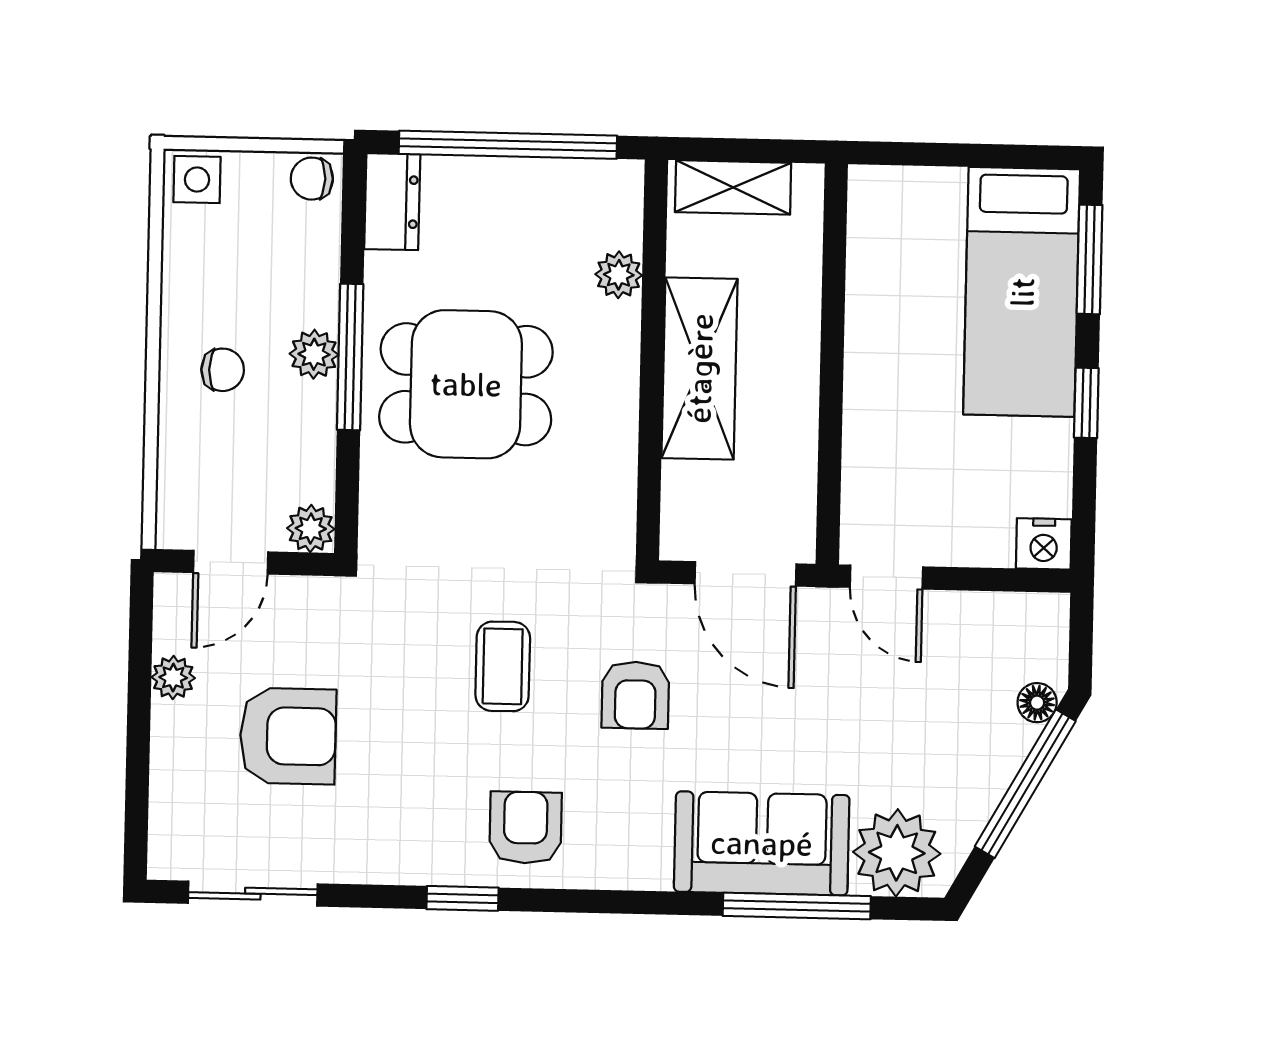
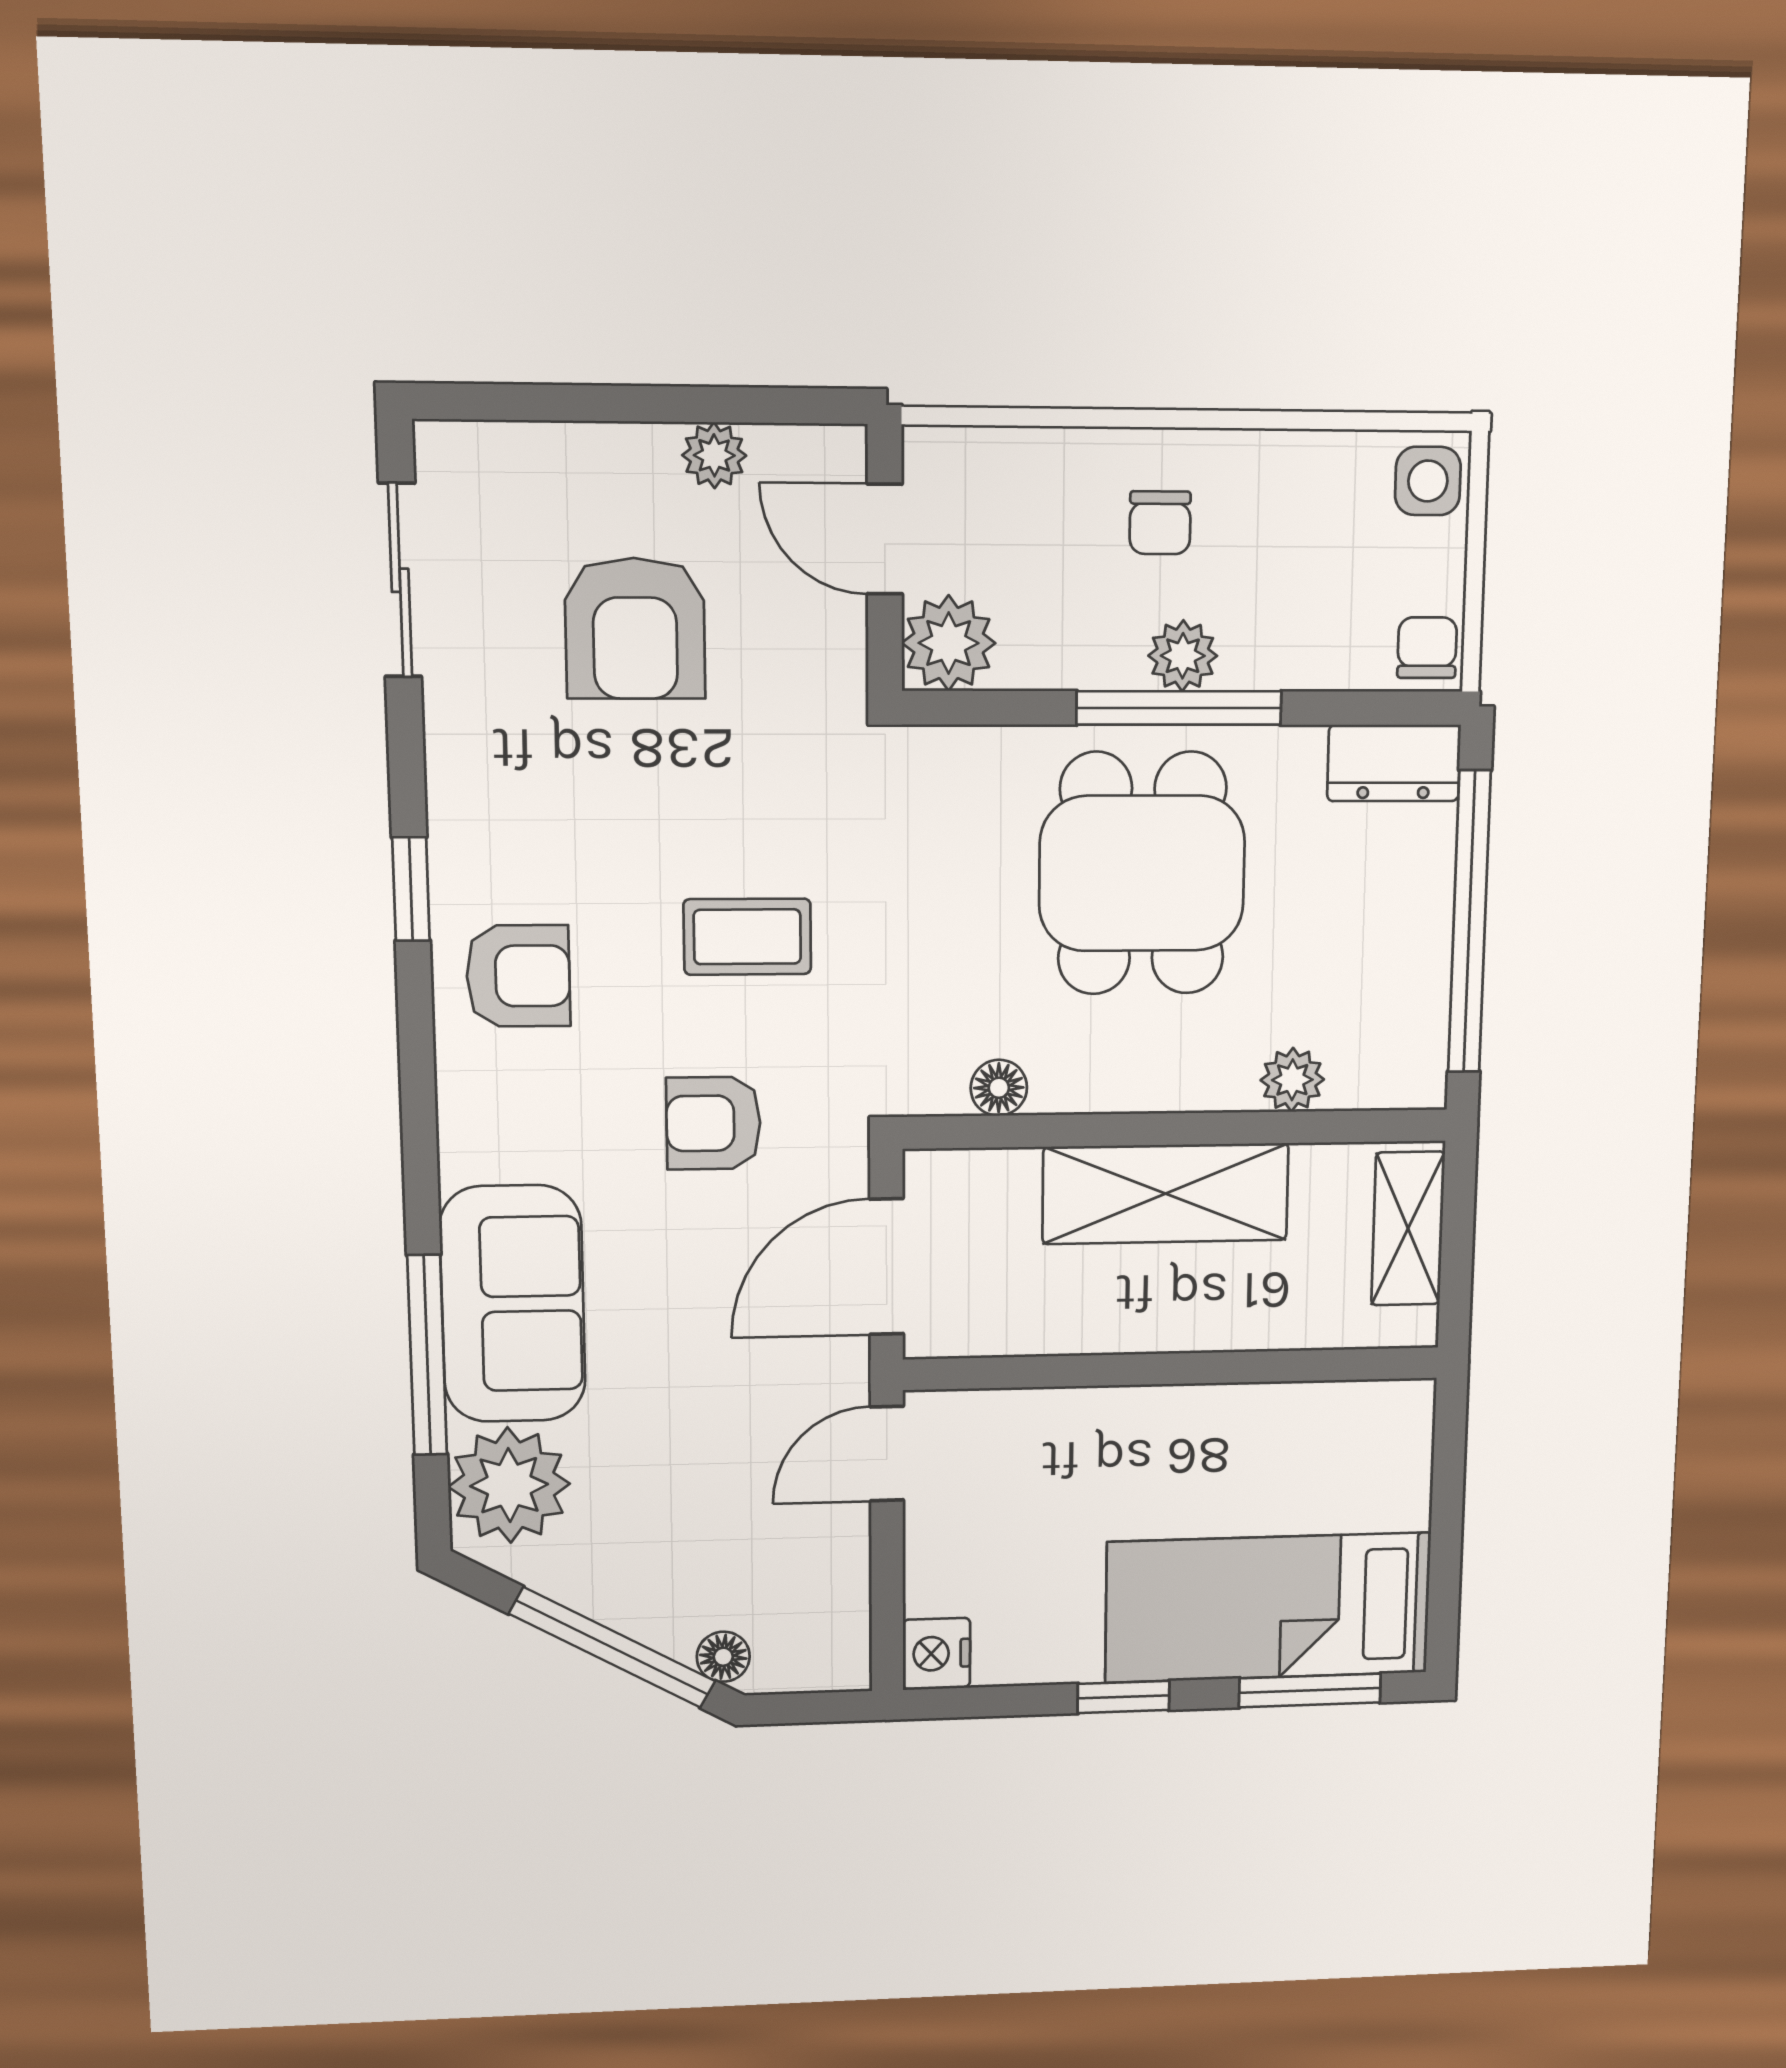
floor lamp: (617, 490) -> (999, 1088), added
plant: (311, 529) -> (949, 643), width x1.38, depth x1.38

